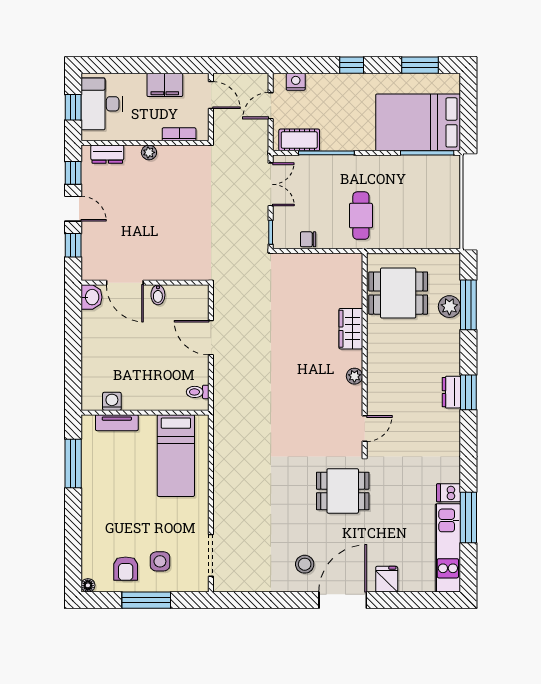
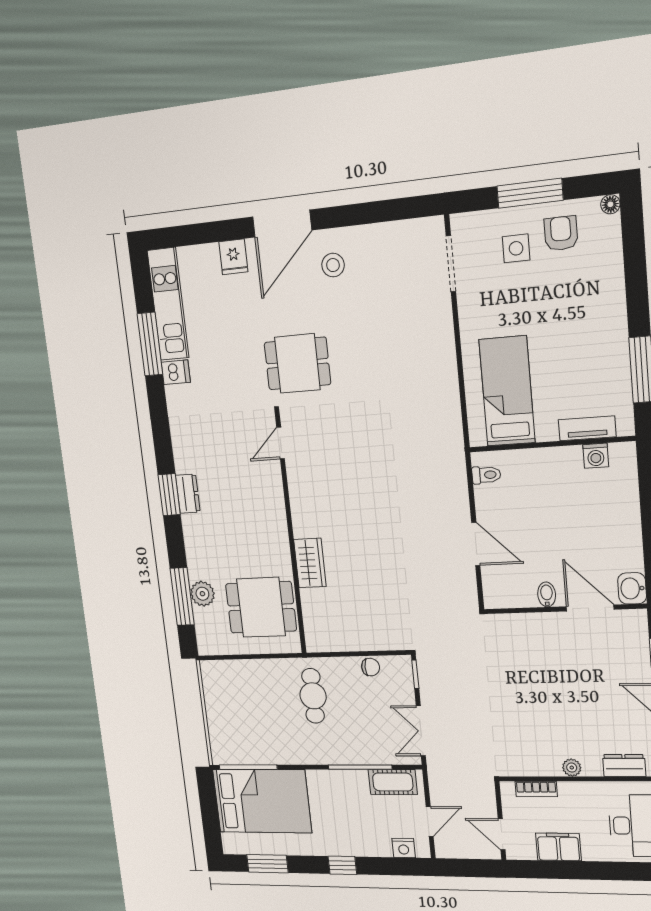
plant: (354, 376) -> (299, 506), removed

